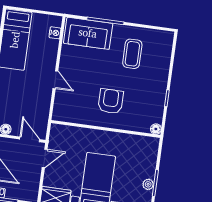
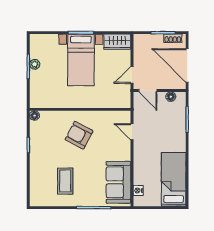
sofa: (88, 33) -> (118, 182), moved, turned -90
door: (55, 80) -> (132, 132), moved
armchair: (111, 101) -> (79, 135), turned 118

